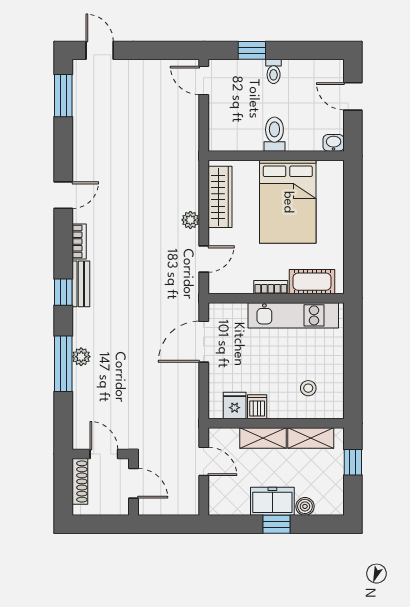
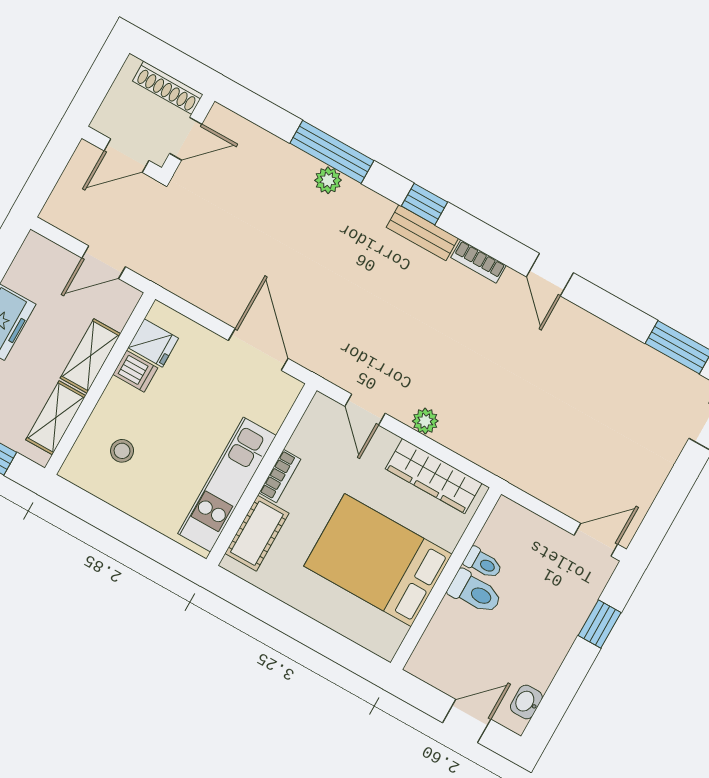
toilet: (274, 71) -> (483, 563), moved, turned 180
washbasin: (334, 143) -> (526, 702), moved, turned 180

